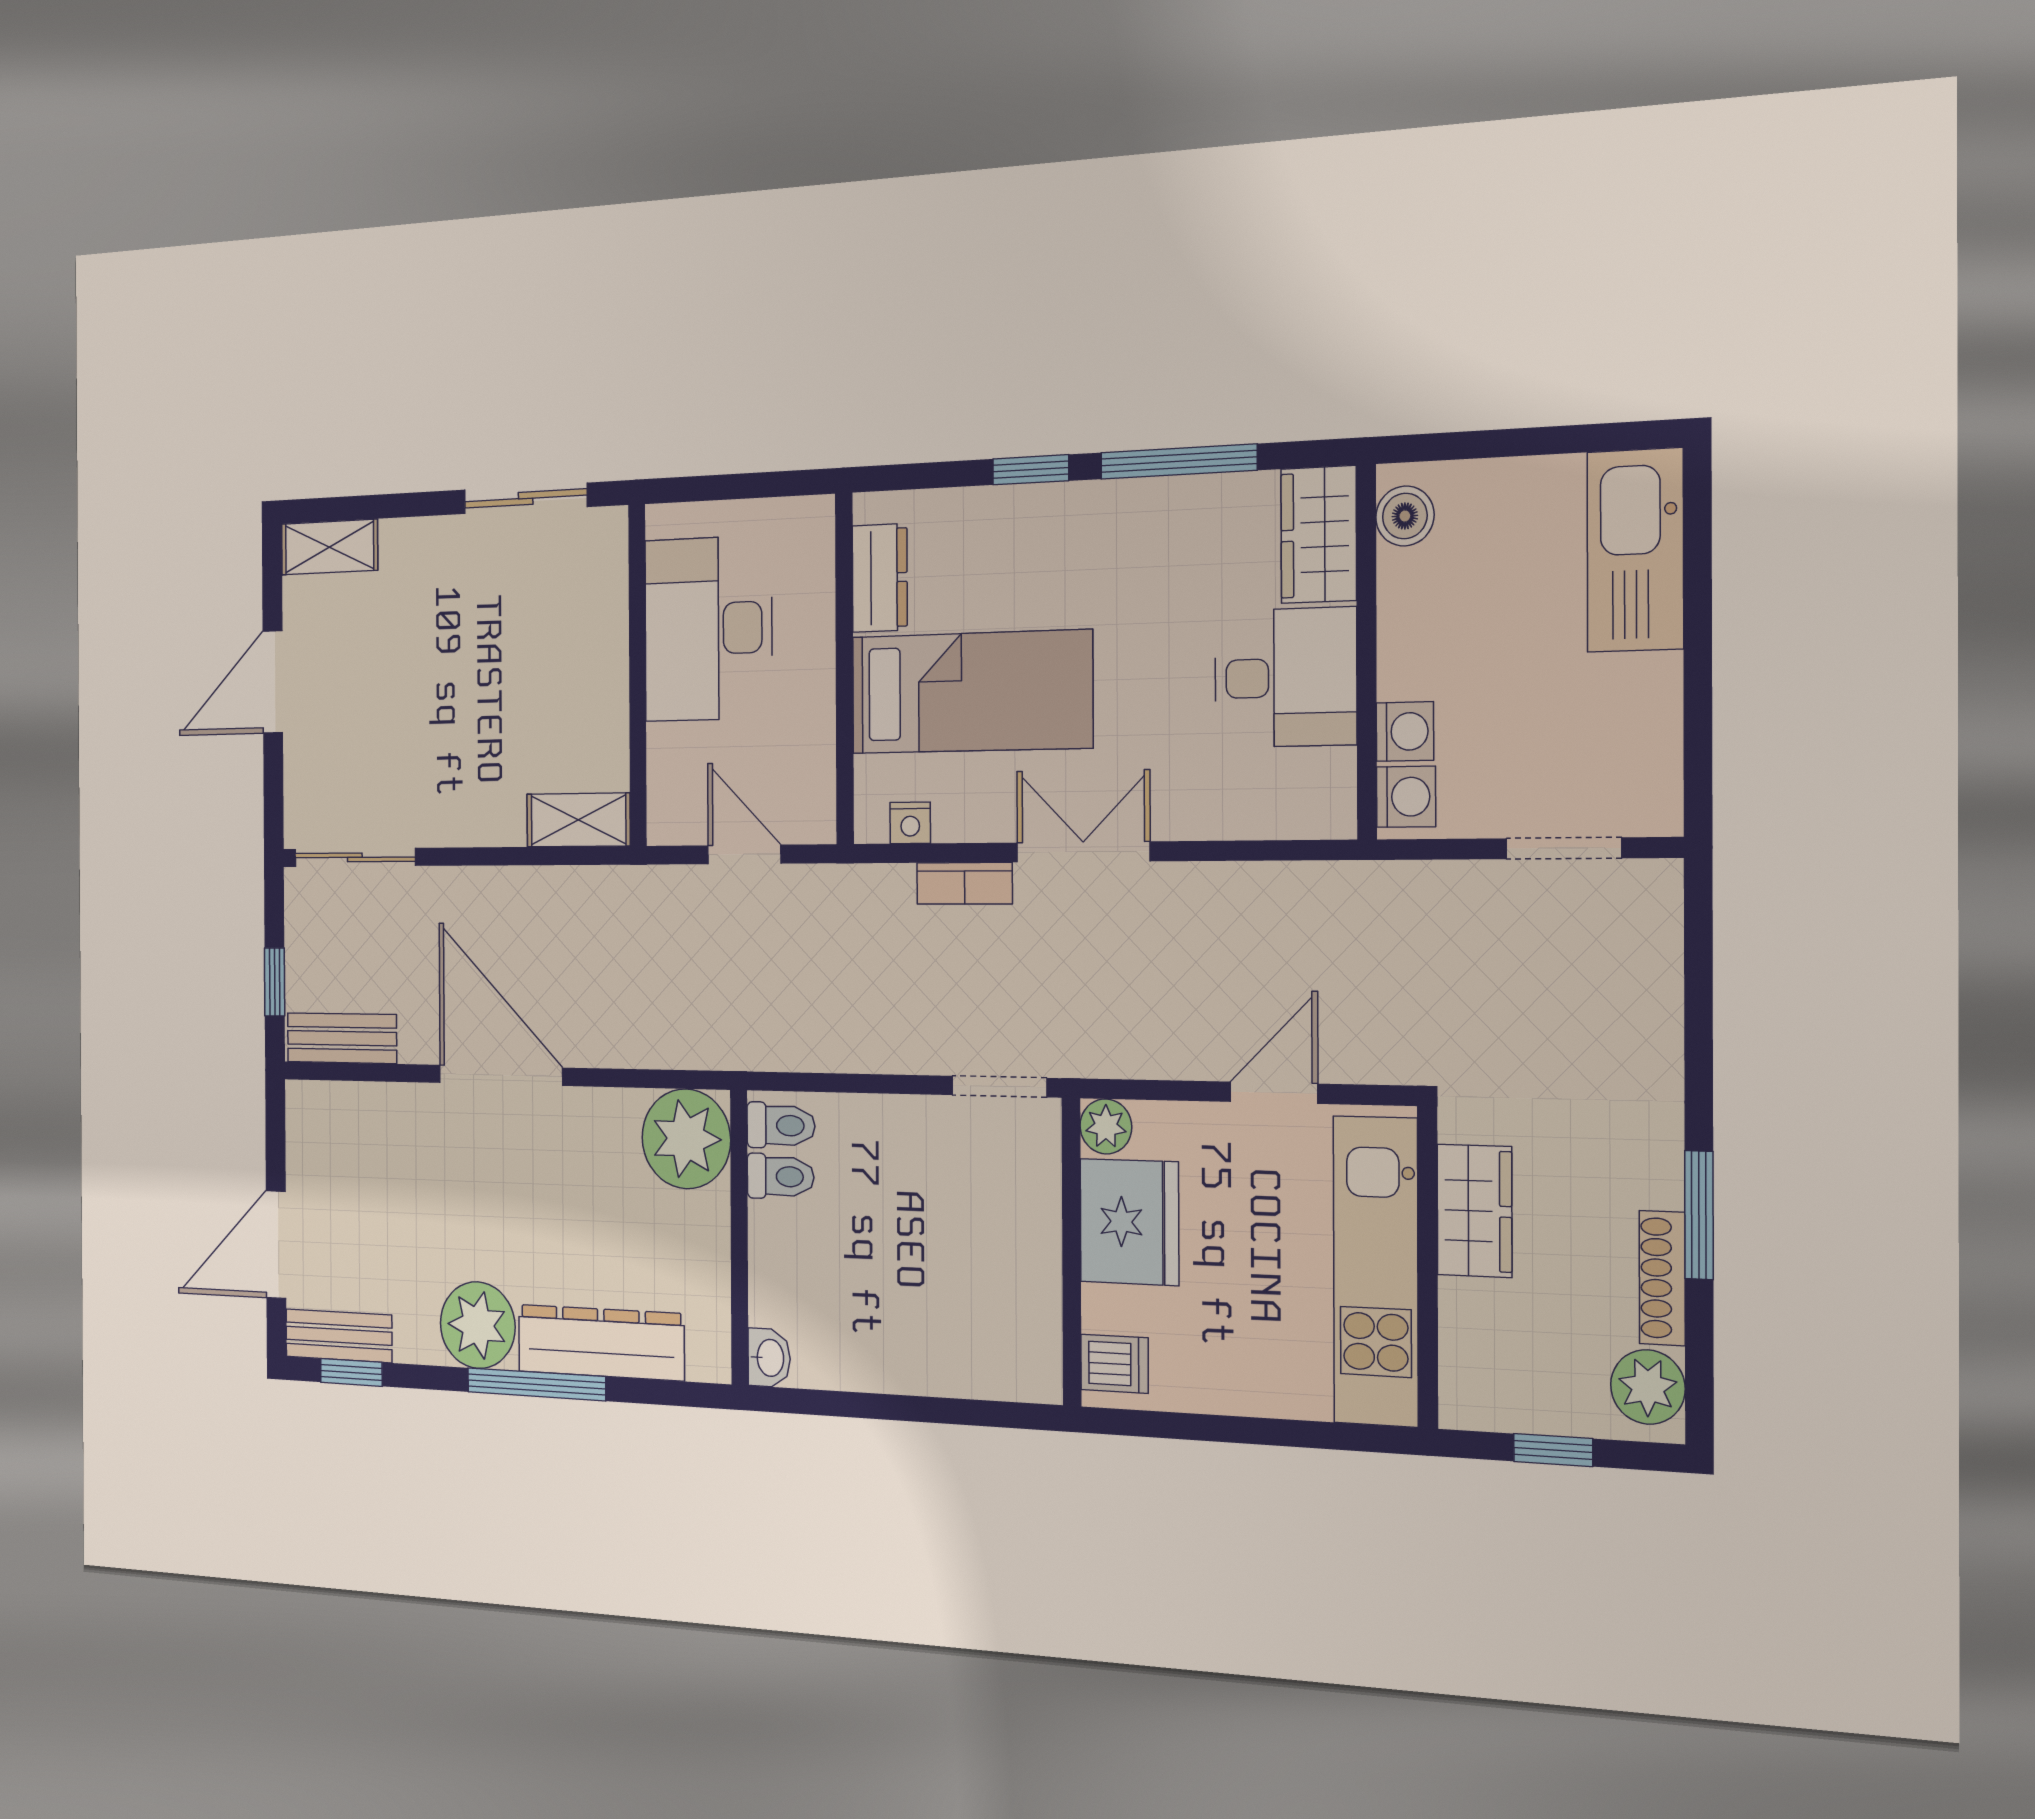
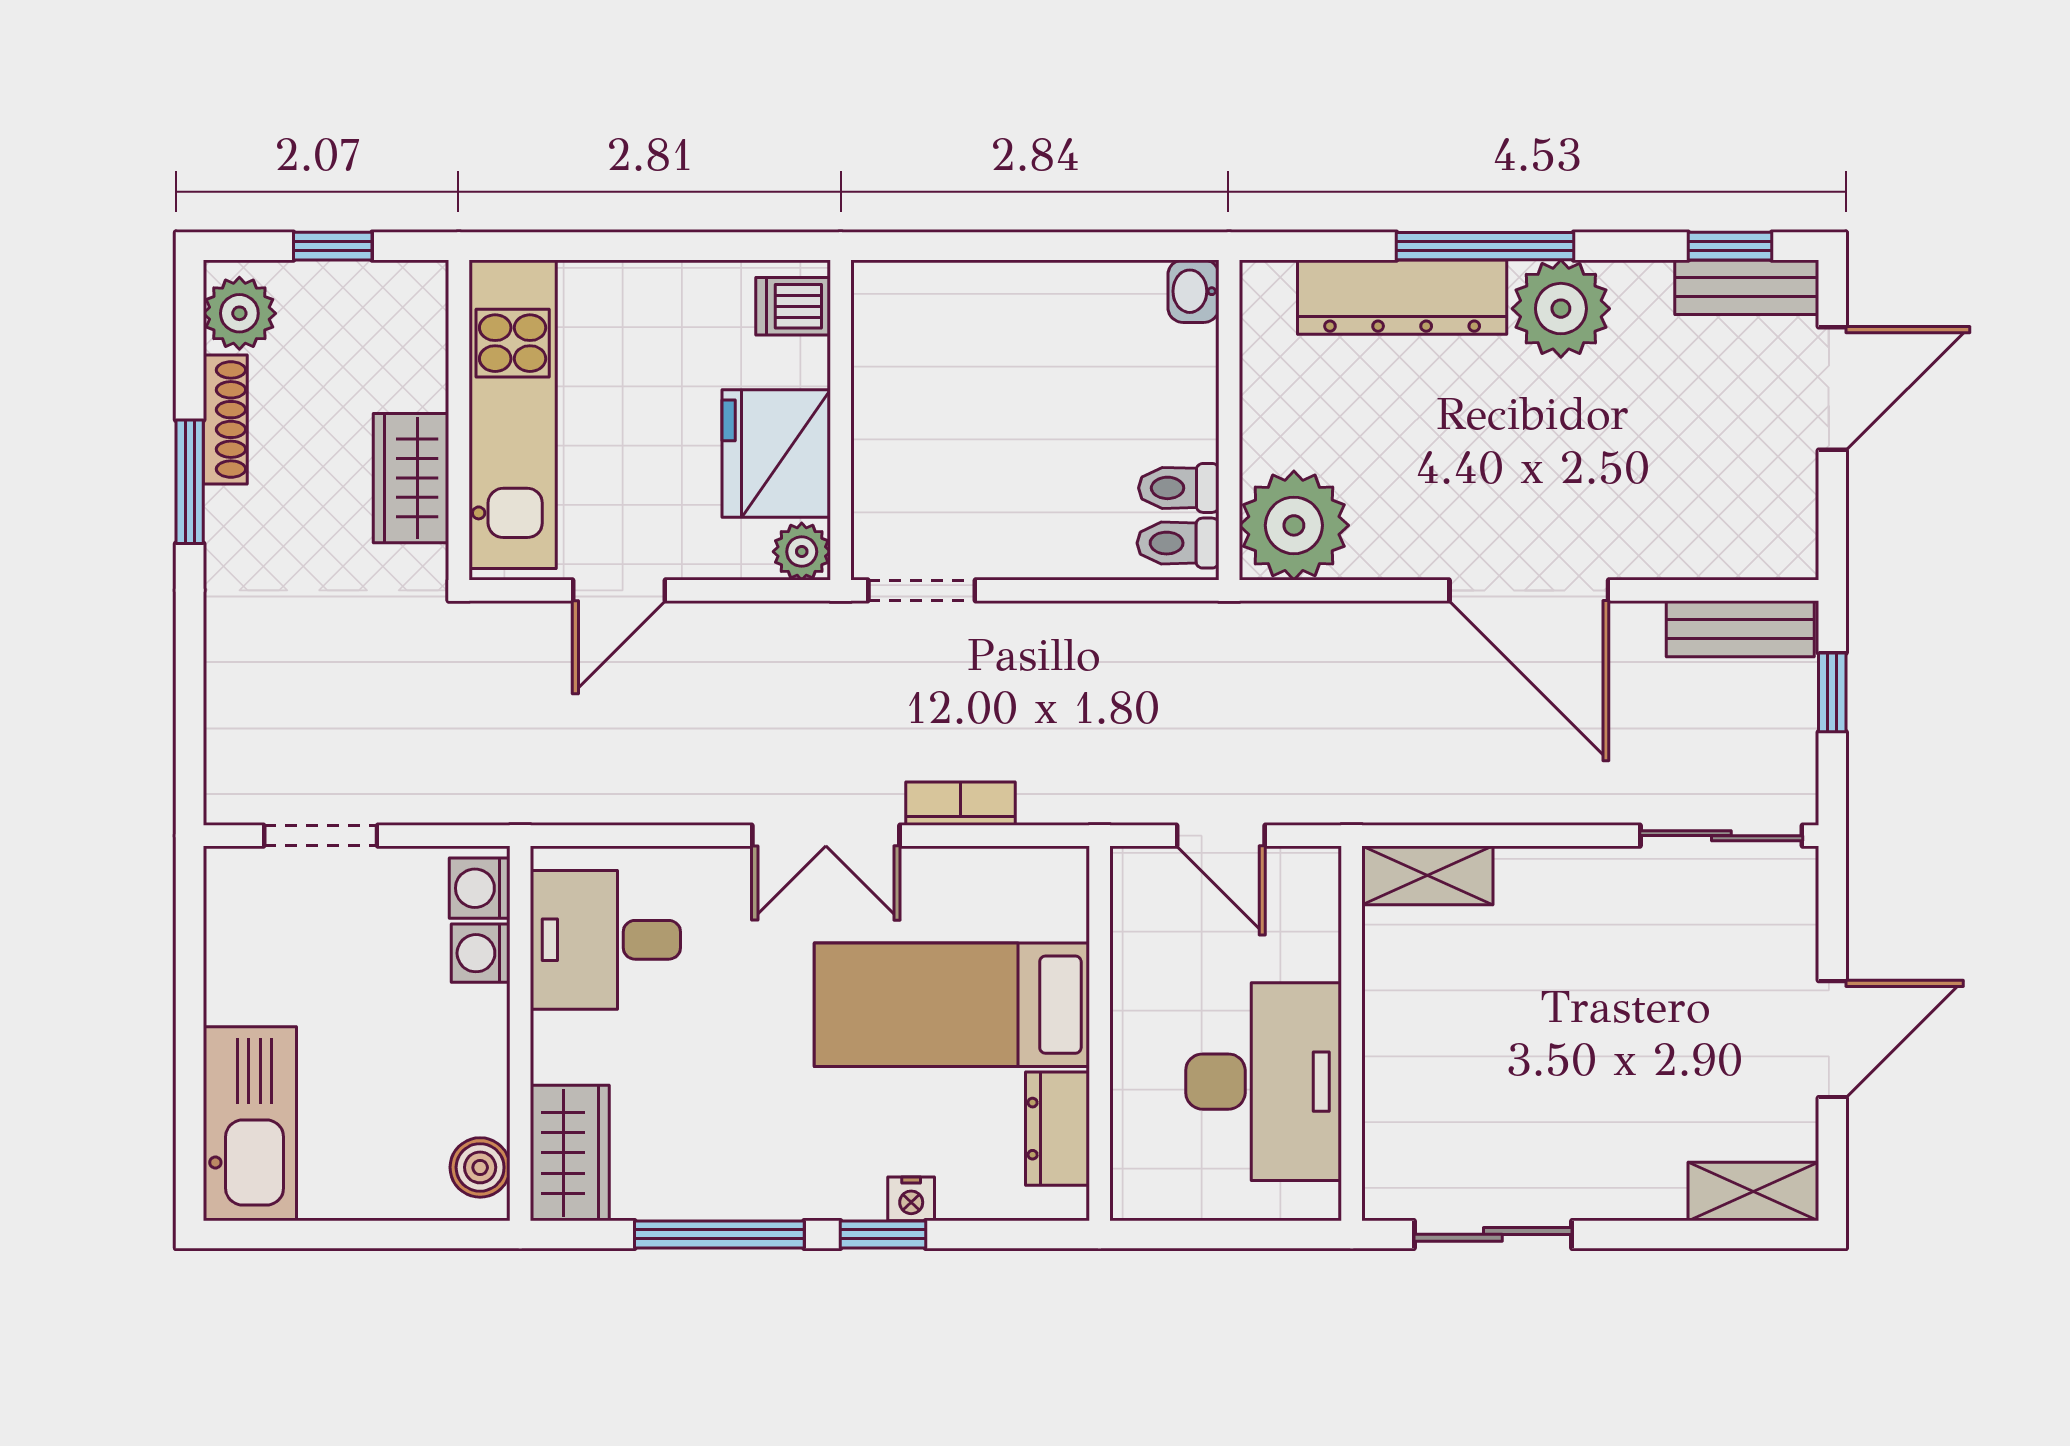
desk: (1285, 678) -> (605, 940), moved
nightstand: (910, 823) -> (911, 1199), moved, turned 180

